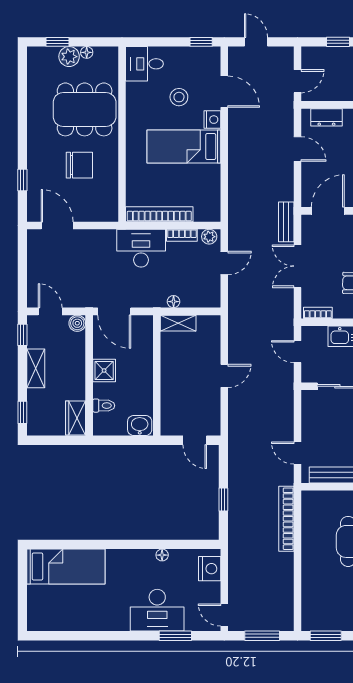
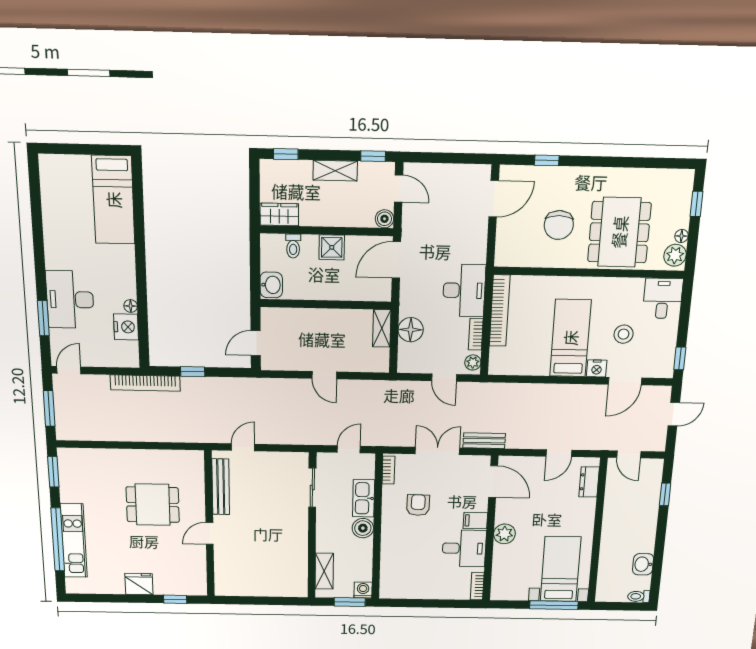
plant: (69, 57) -> (675, 255), moved
floor lamp: (174, 302) -> (411, 330), width x1.89, depth x1.89
door: (50, 311) -> (399, 189), hinge flipped
bookcase: (286, 519) -> (145, 383), moved, turned 180
nightstand: (210, 569) -> (126, 327), moved, turned -90

